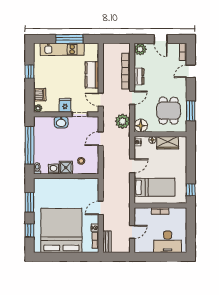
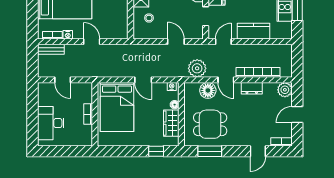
door: (191, 71) -> (258, 151), swing flipped
floor lamp: (141, 126) -> (208, 90), moved
bed: (154, 187) -> (117, 107), width x1.50
window: (191, 190) -> (156, 151), moved

